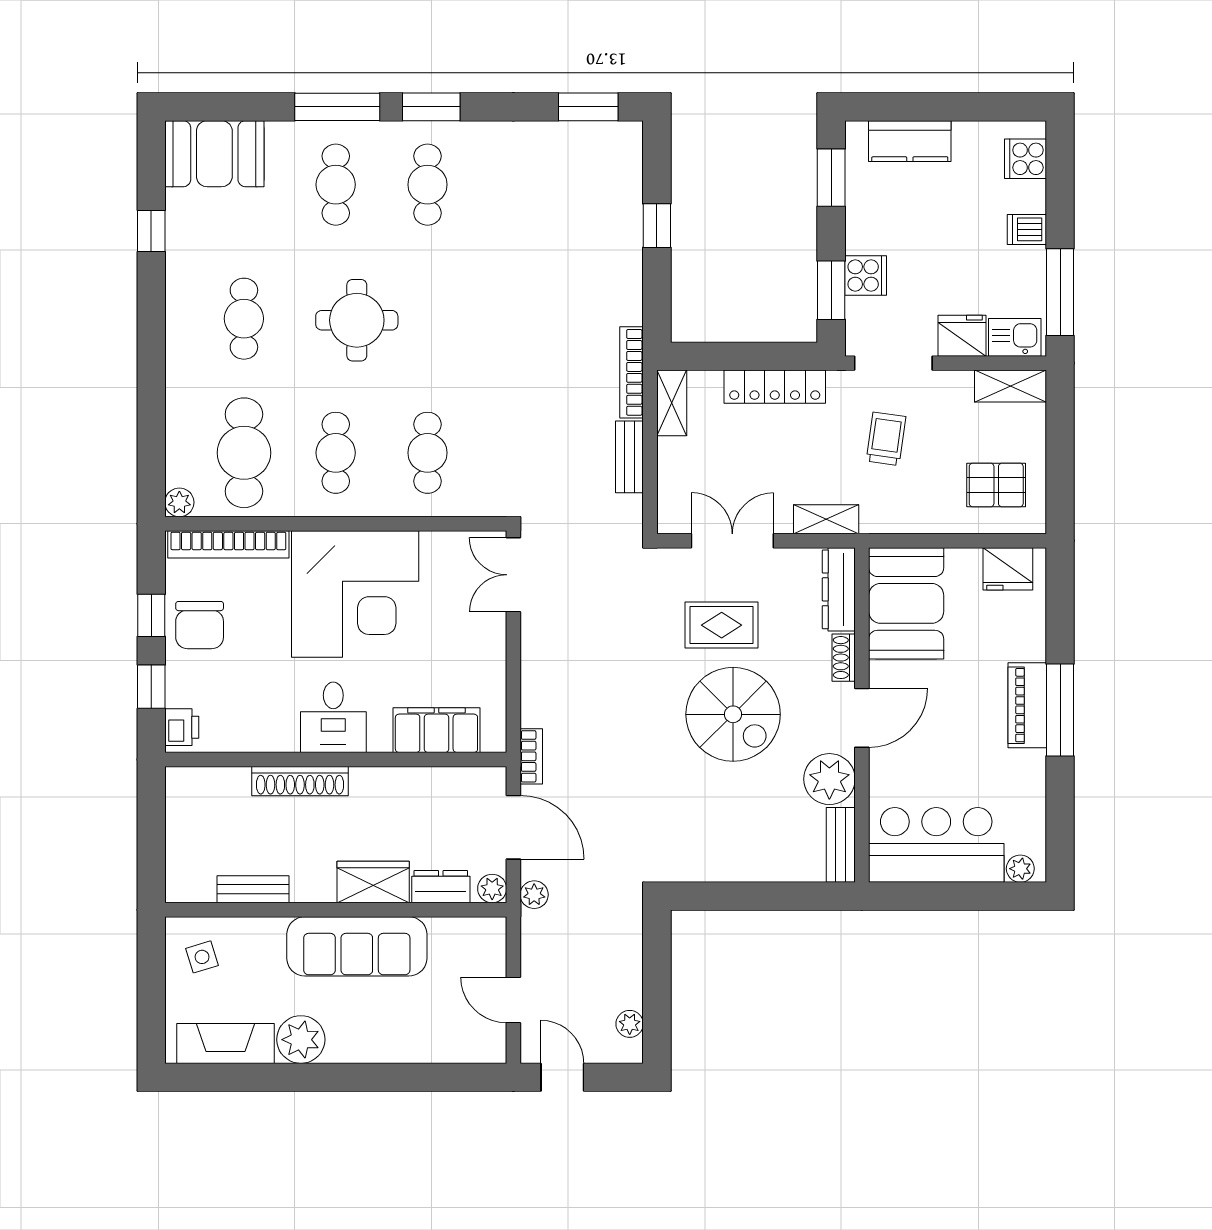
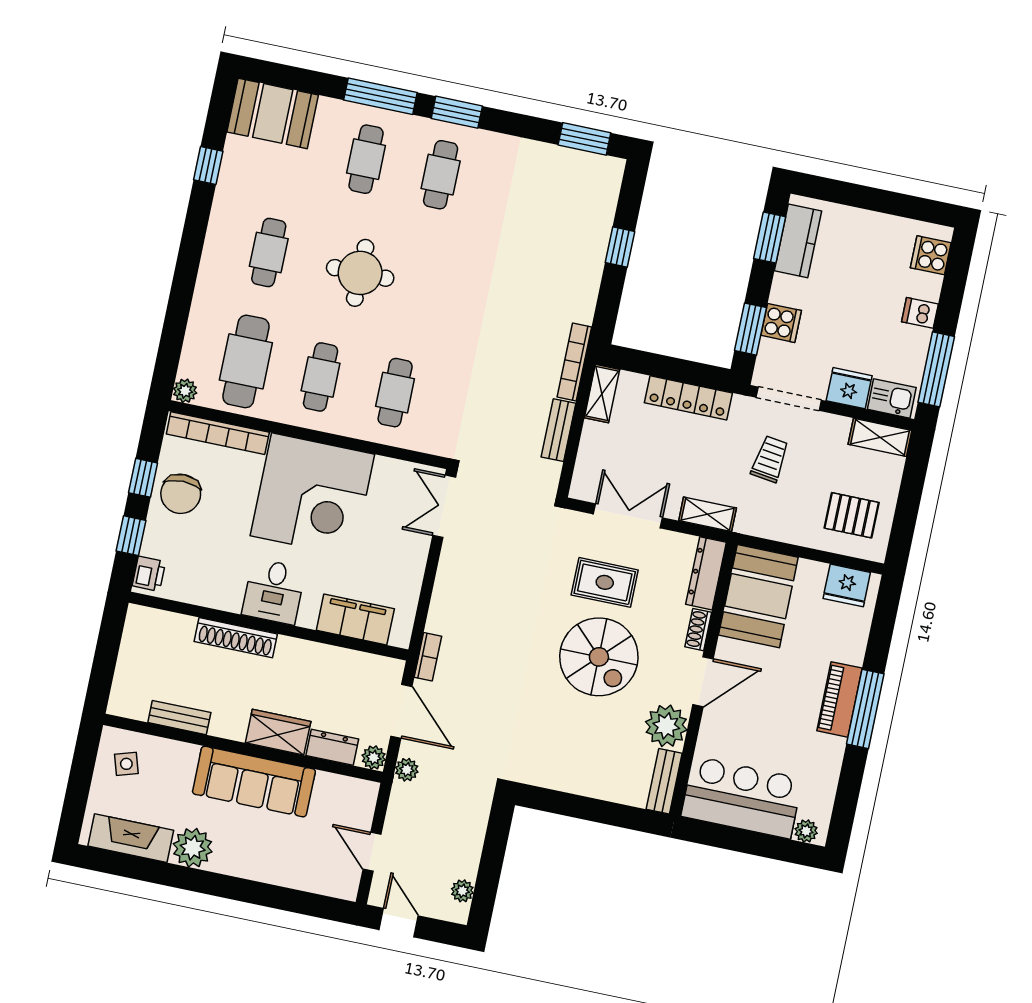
kitchen counter: (910, 141) -> (798, 241), moved, turned -90

